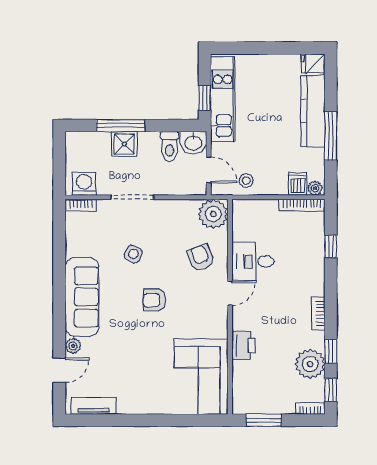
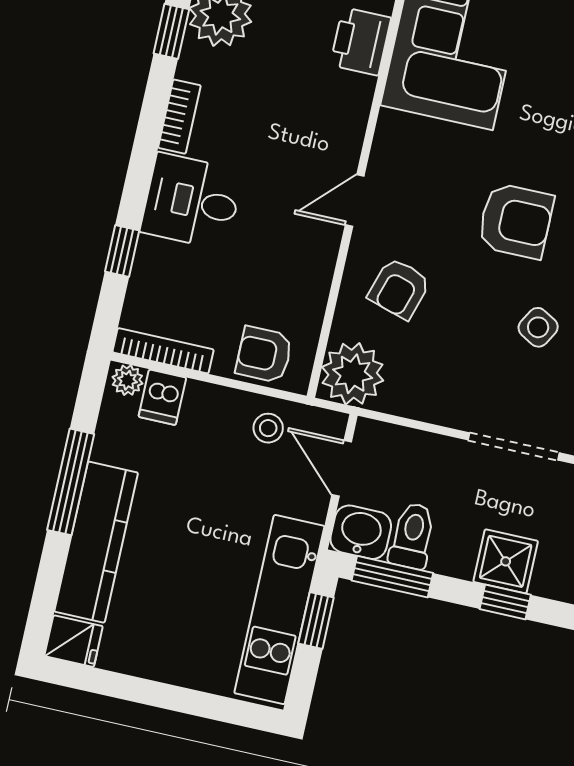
window: (120, 126) -> (505, 602), width x0.46
window: (174, 126) -> (392, 577), added
armchair: (255, 214) -> (264, 355), added
armchair: (201, 258) -> (399, 289), turned 38
desk: (253, 262) -> (192, 201), moved, turned 180
armchair: (155, 300) -> (516, 221), width x1.38, depth x1.38
printer: (243, 345) -> (361, 41), moved

